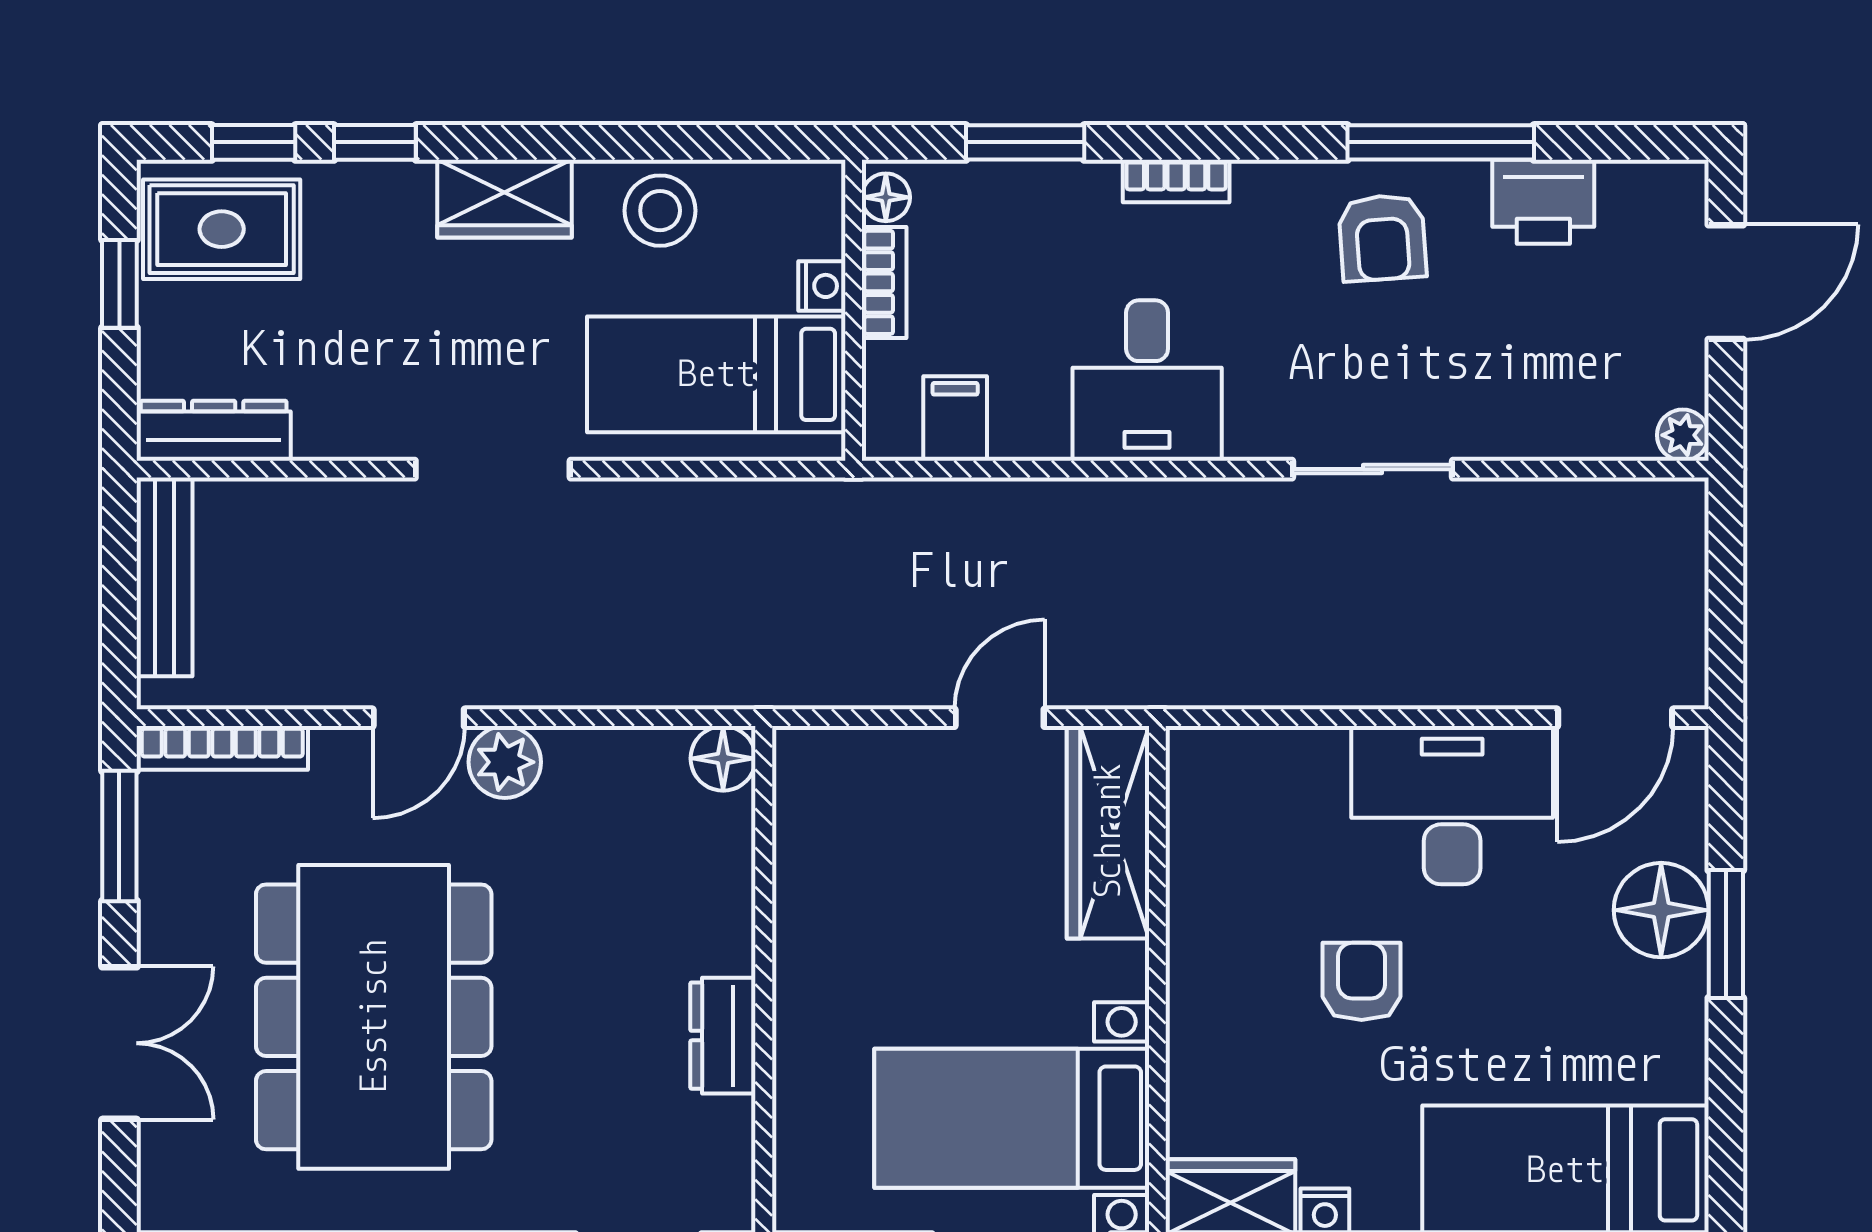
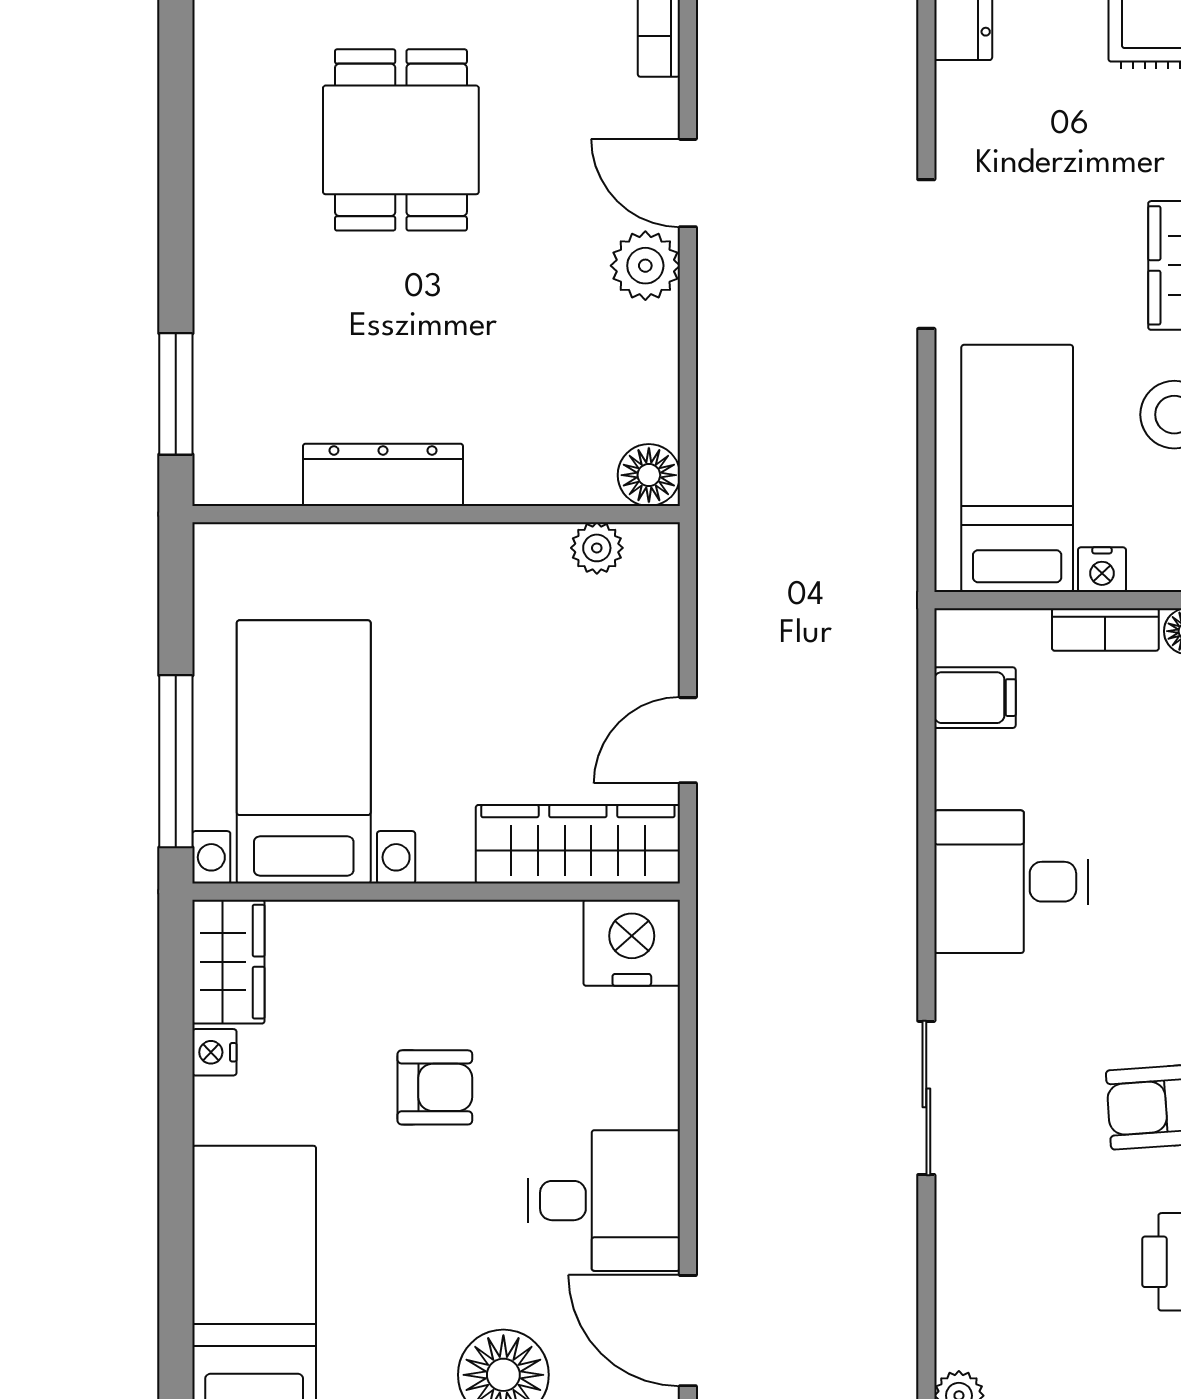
door: (1000, 718) -> (688, 740), swing flipped
nightstand: (1211, 776) -> (632, 943), added
desk: (1452, 805) -> (604, 1201), width x0.73
plant: (799, 813) -> (597, 548), added
dining table: (374, 1017) -> (401, 140), width x0.53, depth x0.80
dresser: (723, 1036) -> (383, 475), width x1.44

